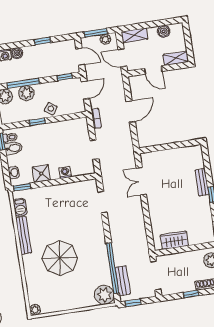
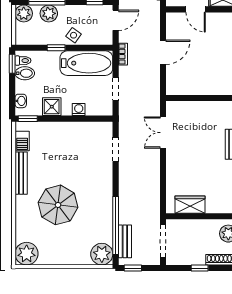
bathtub: (66, 131) -> (86, 63), added
plant: (35, 310) -> (27, 254), width x1.87, depth x1.87

